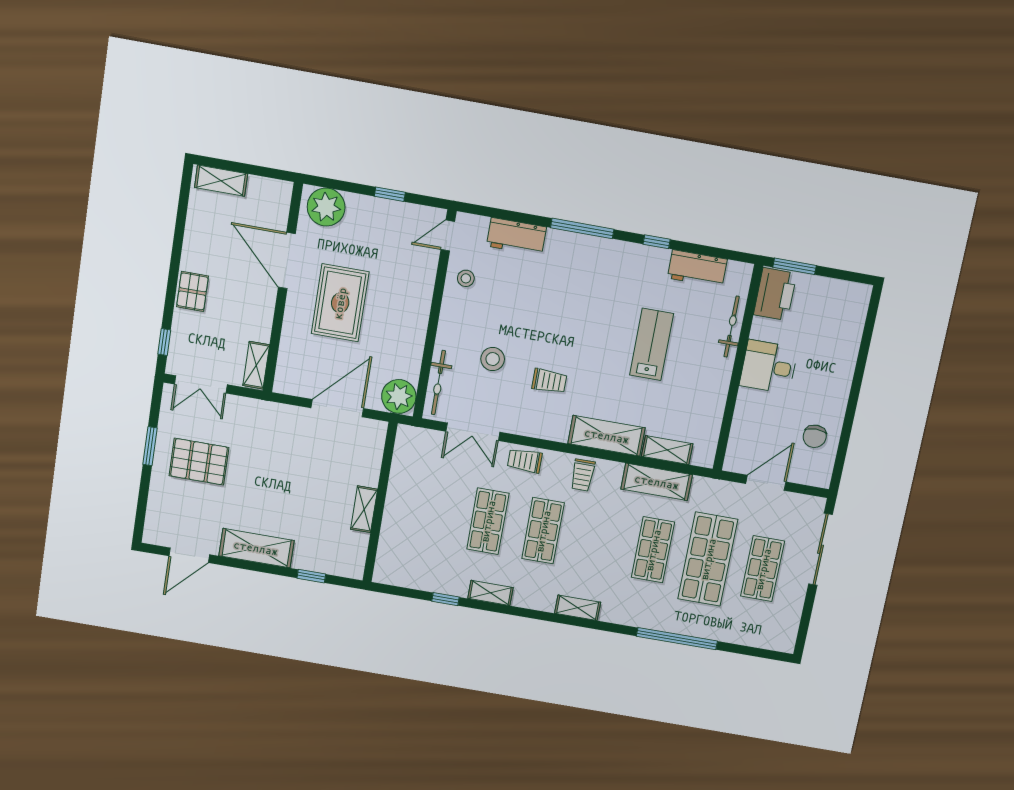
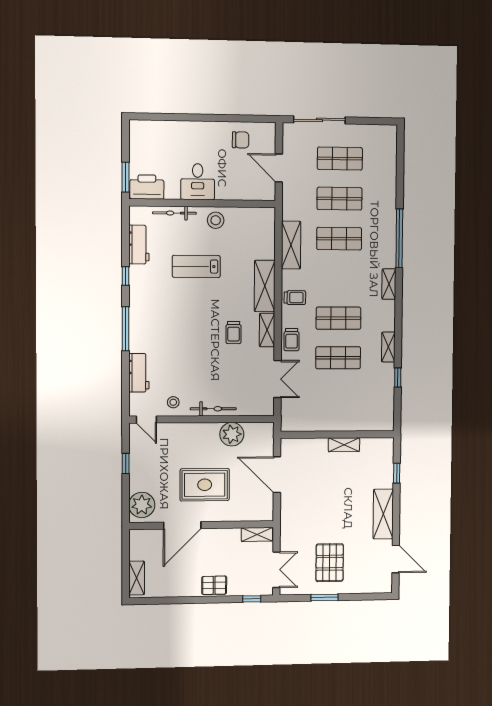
stool: (493, 359) -> (216, 220), moved
trolley: (549, 381) -> (234, 333), turned 180
bicycle: (438, 383) -> (213, 409), moved
plant: (399, 396) -> (232, 434), moved
shelving: (667, 450) -> (267, 330), moved
shop shelf: (708, 559) -> (340, 199), width x0.70, depth x0.74
window: (677, 639) -> (399, 238), moved

